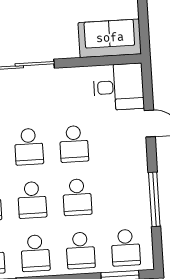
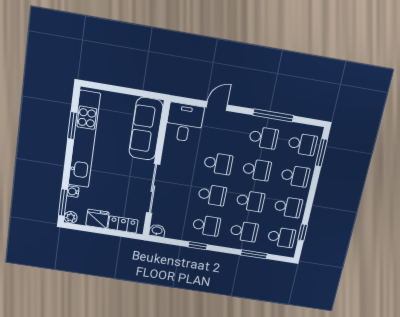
sofa: (110, 38) -> (146, 129), width x1.36
school desk: (122, 194) -> (263, 138), added

